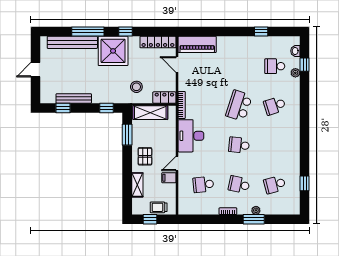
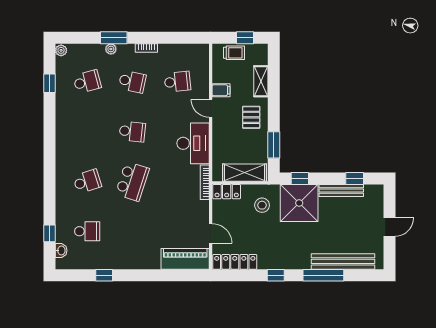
shower: (113, 51) -> (299, 203), moved
plant: (295, 73) -> (61, 50), moved
door: (177, 163) -> (211, 108), swing flipped

